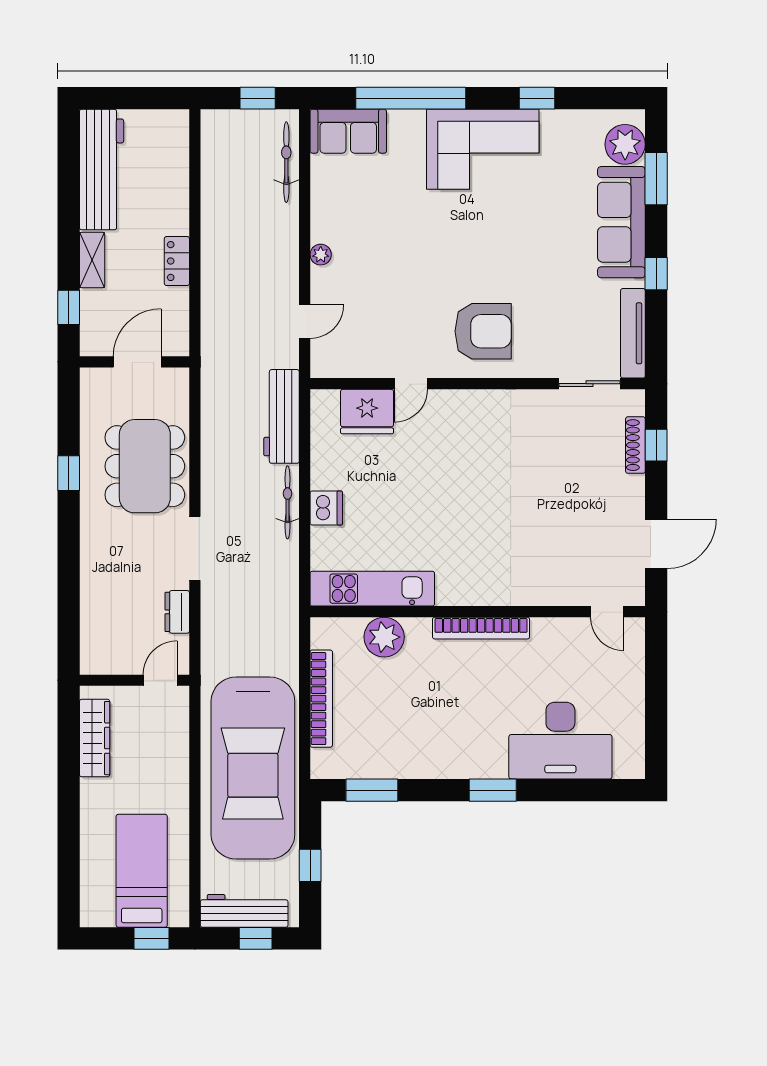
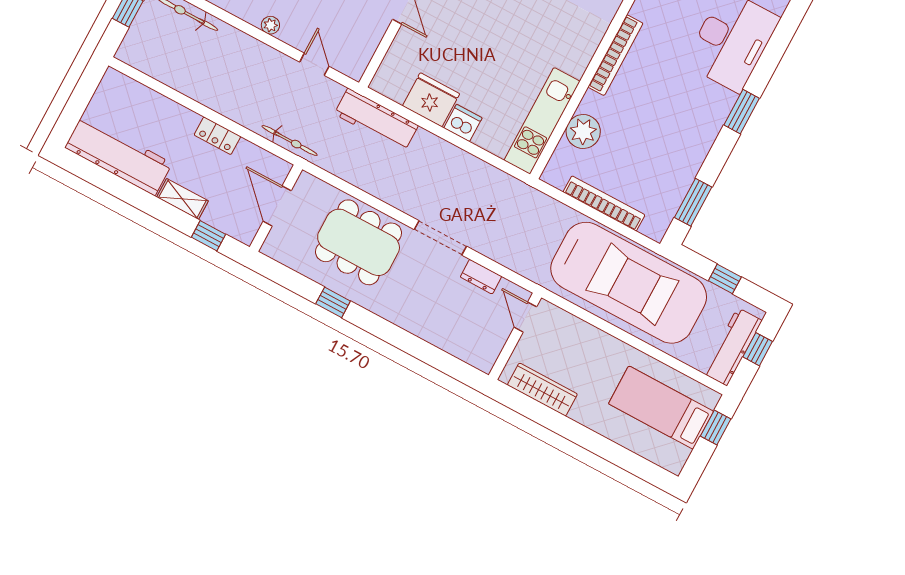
fridge: (367, 412) -> (431, 100), moved, turned -90
bicycle: (288, 502) -> (290, 140), moved, turned 180

